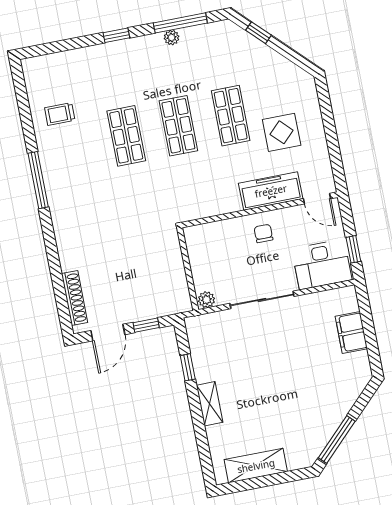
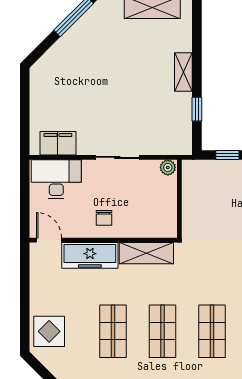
display table: (282, 132) -> (49, 331), moved
shelving: (212, 205) -> (146, 253), added
window: (353, 249) -> (25, 187), removed
sliding door: (262, 300) -> (117, 157), width x0.73
filing cabinet: (351, 332) -> (58, 143), moved, turned -90

